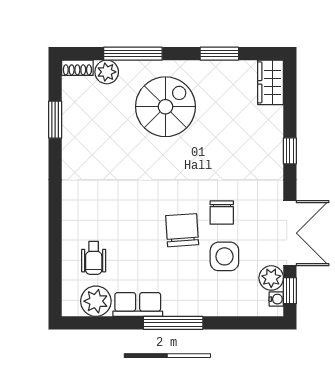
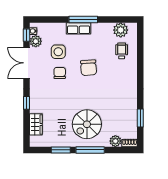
window: (133, 54) -> (90, 150), moved
wardrobe: (271, 82) -> (36, 124), moved
chair: (182, 230) -> (89, 68), moved
row of seats: (138, 304) -> (79, 28), moved

